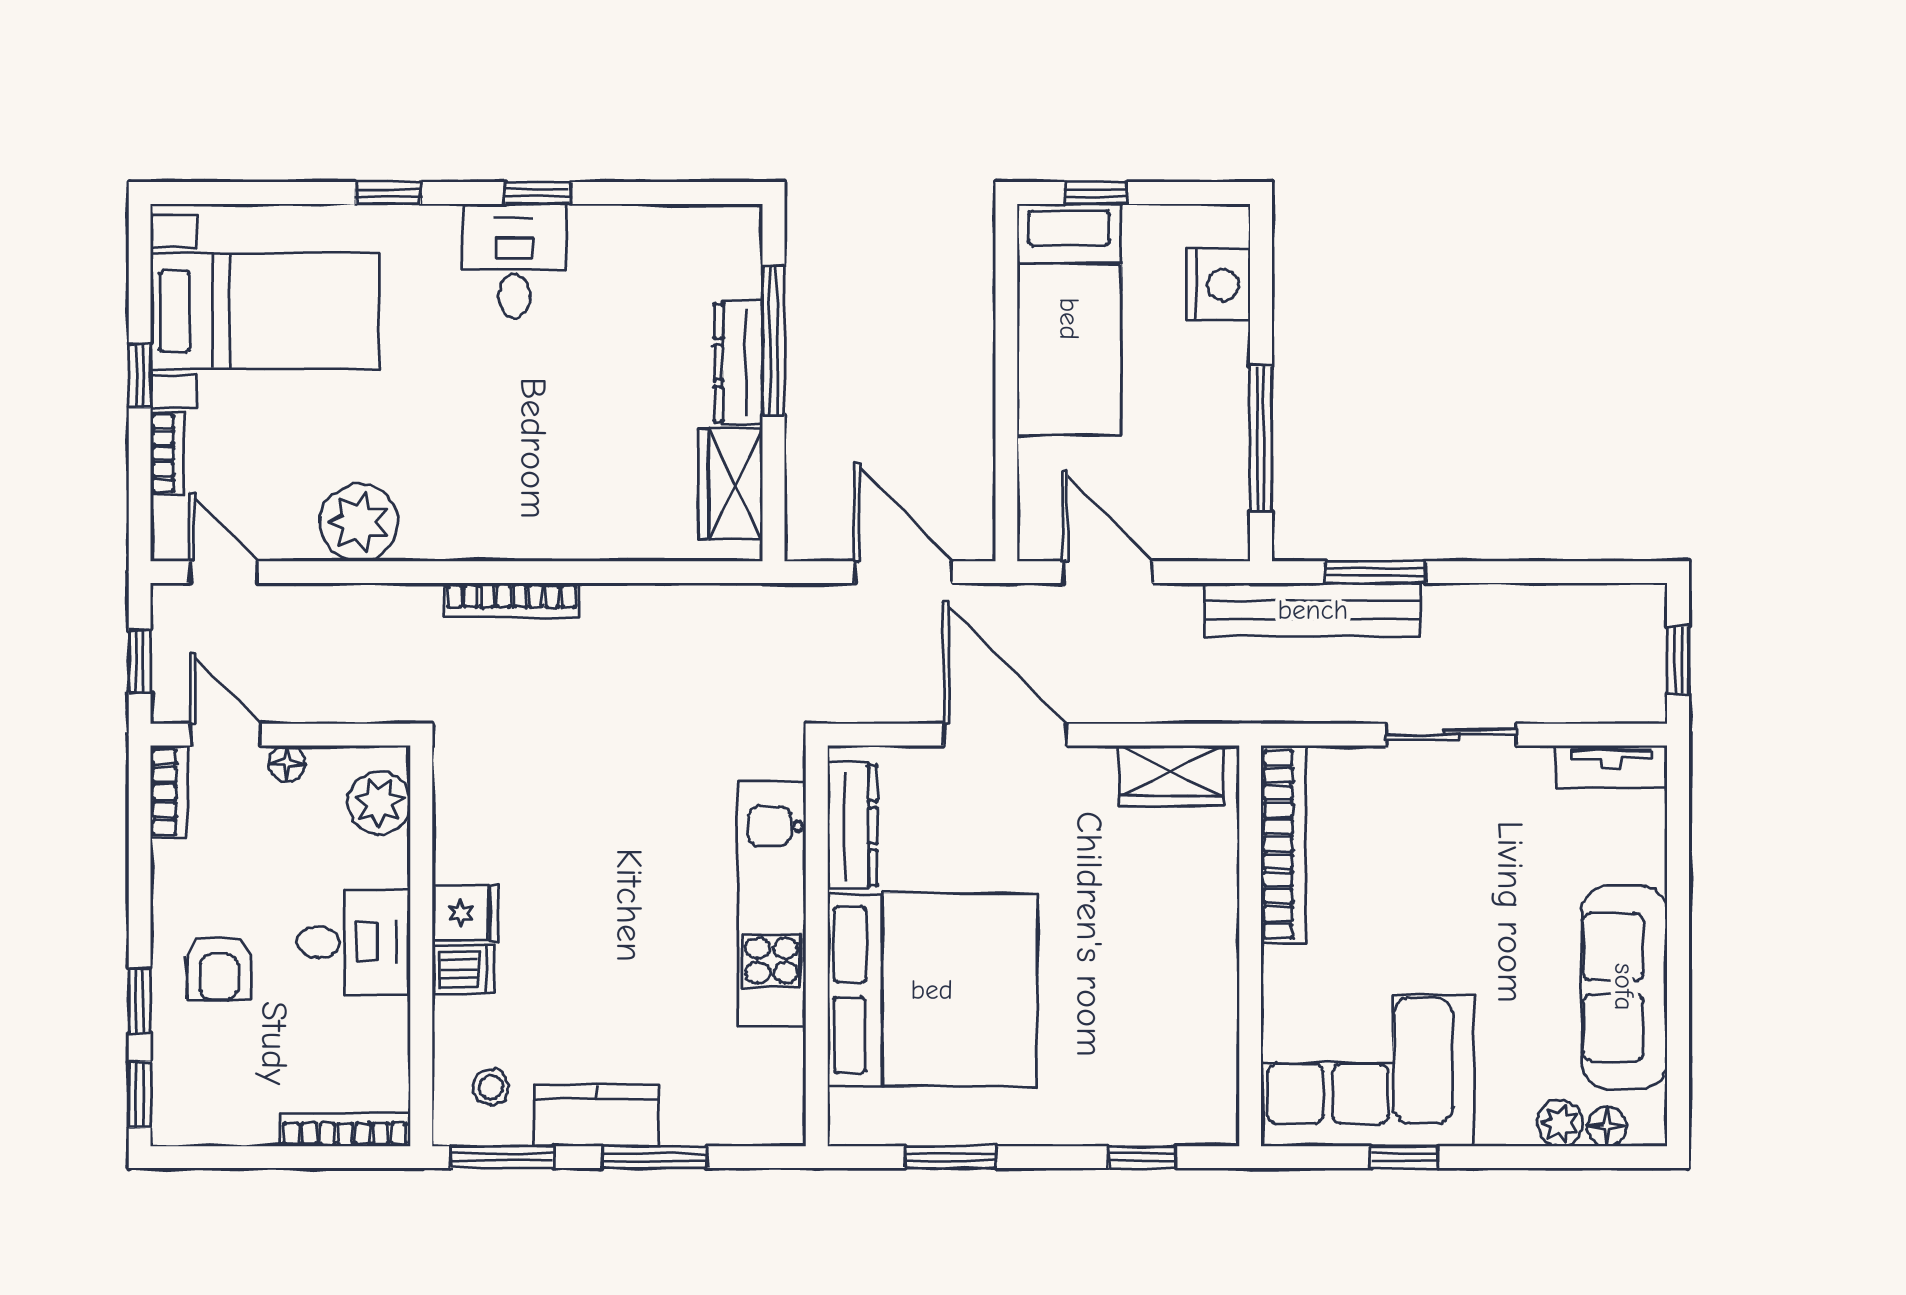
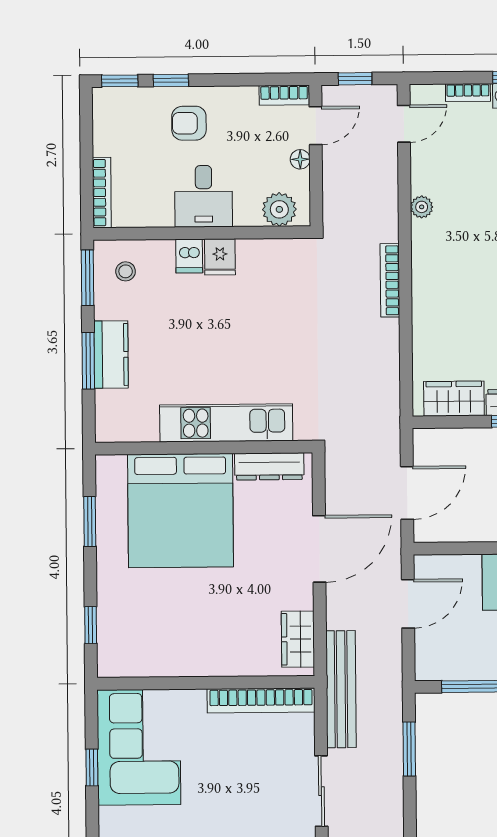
plant: (359, 523) -> (422, 207), width x0.53, depth x0.53
bench: (1313, 610) -> (341, 689), moved
kitchen counter: (596, 1115) -> (111, 355), moved

